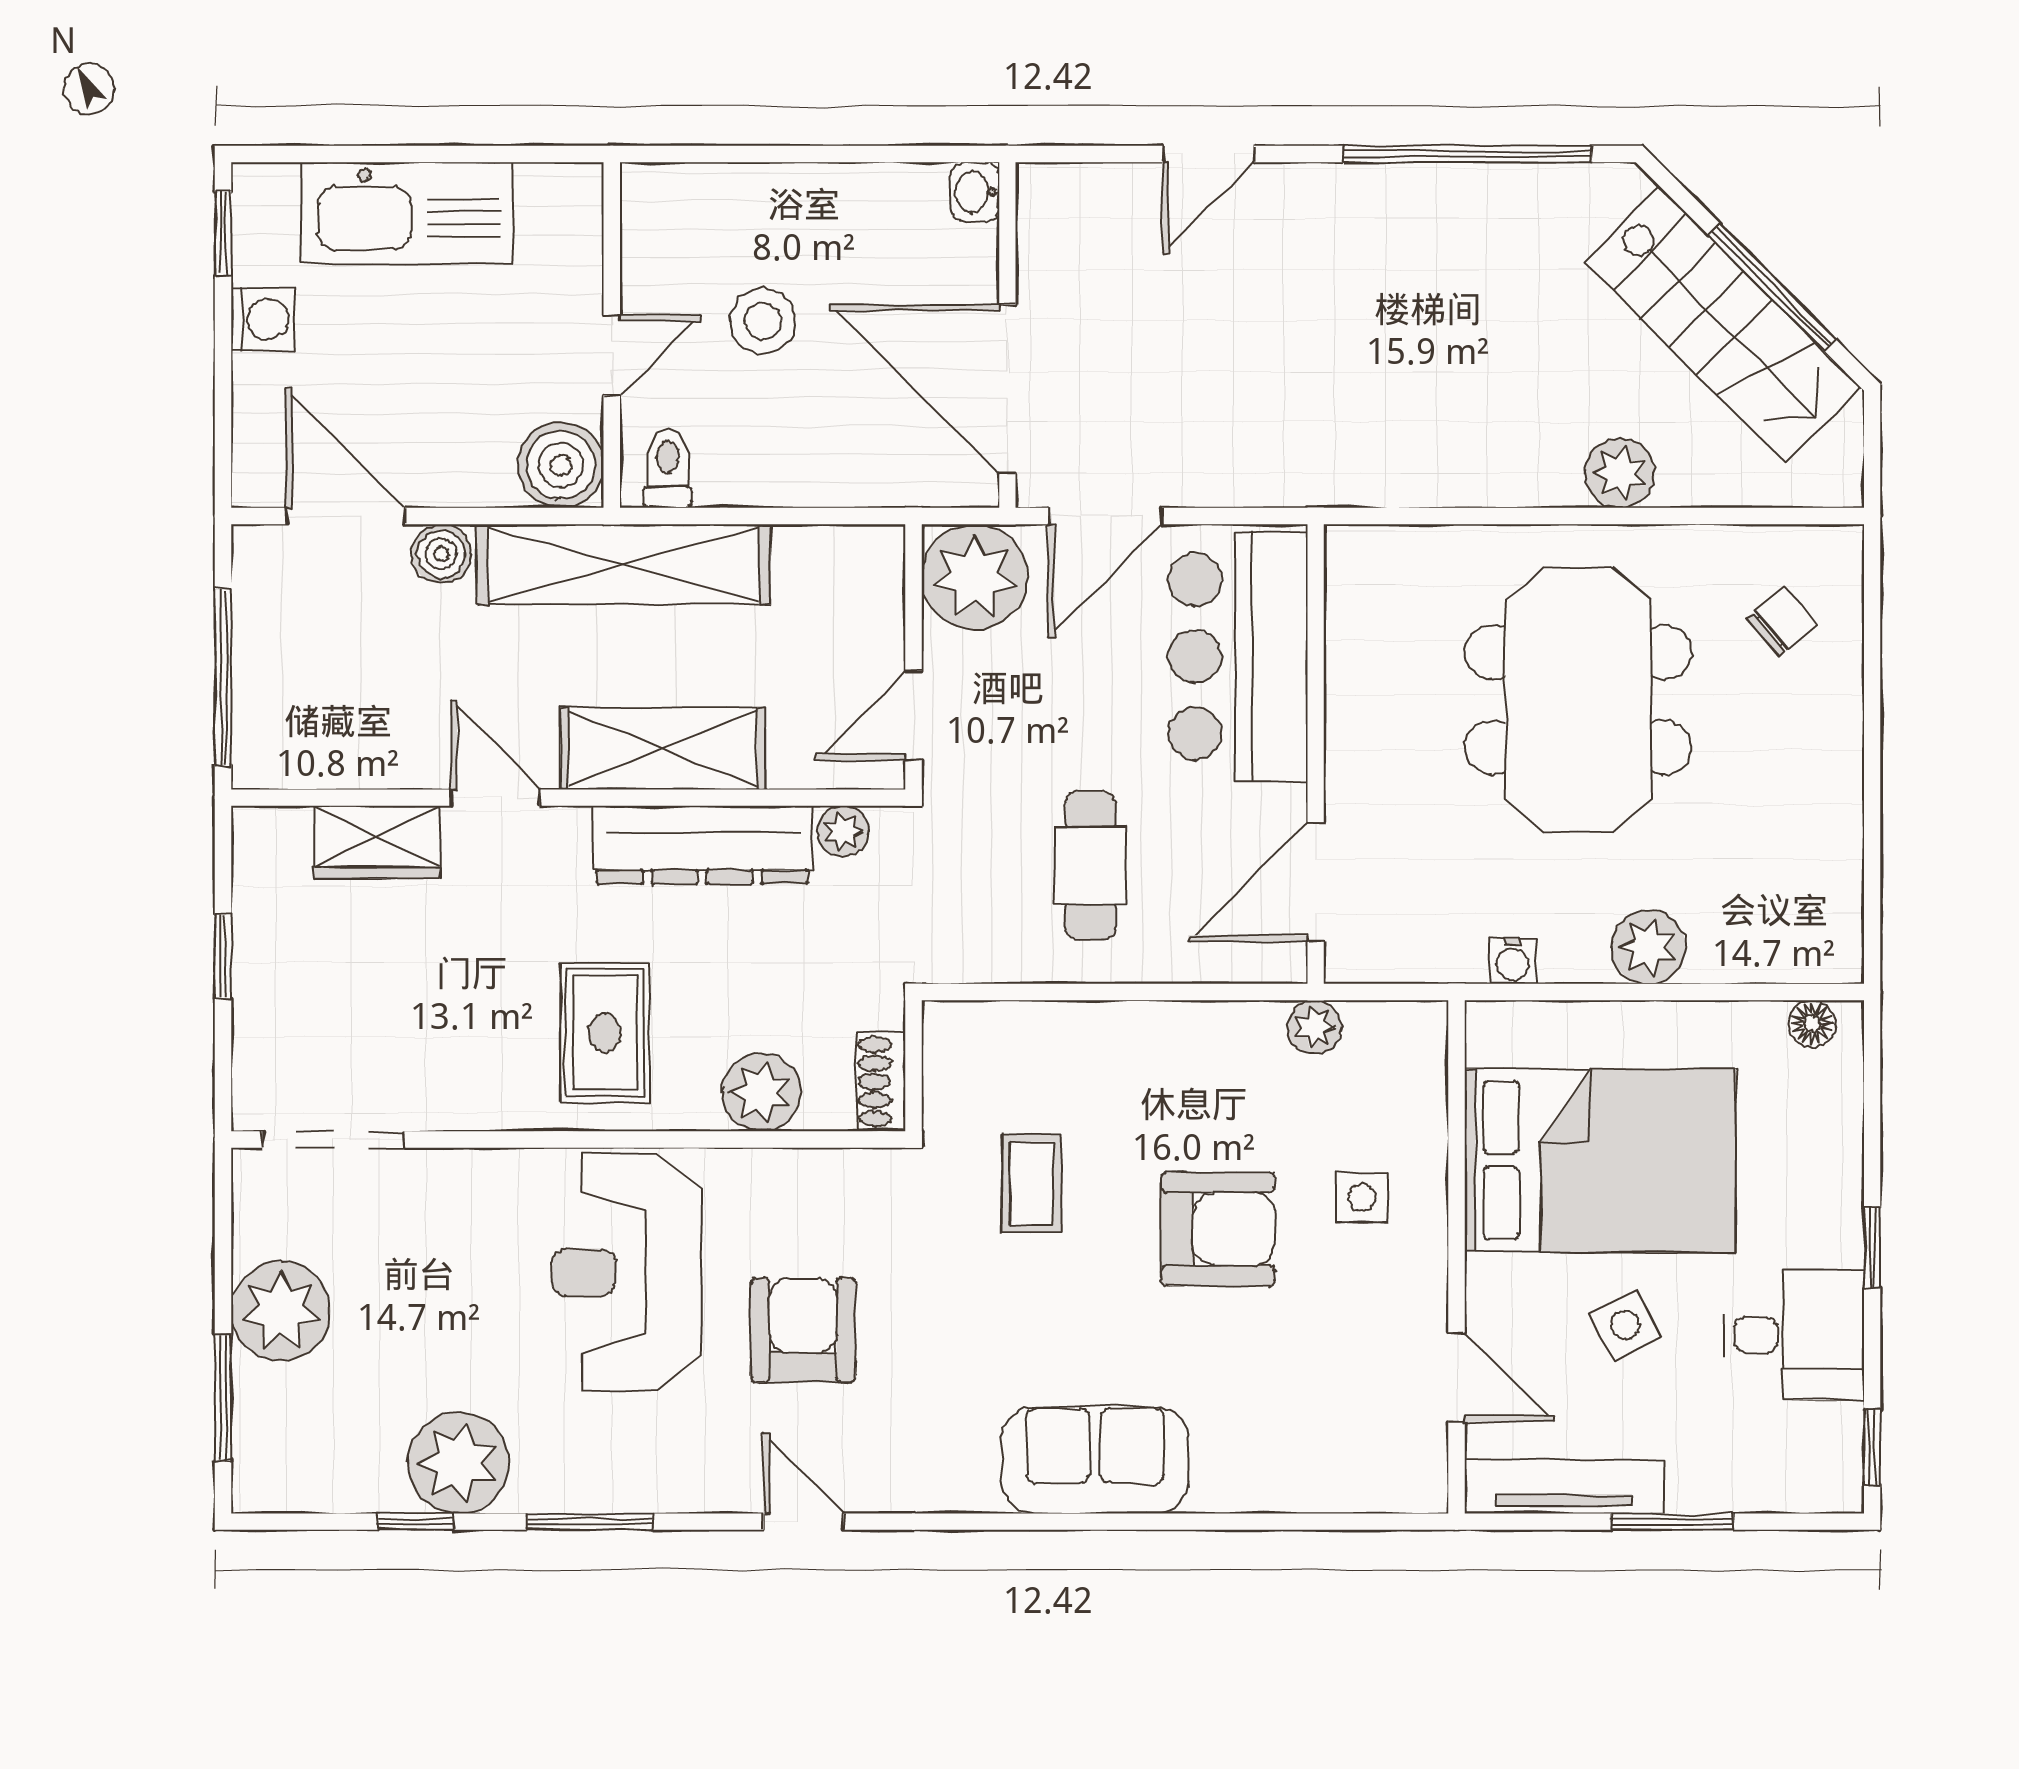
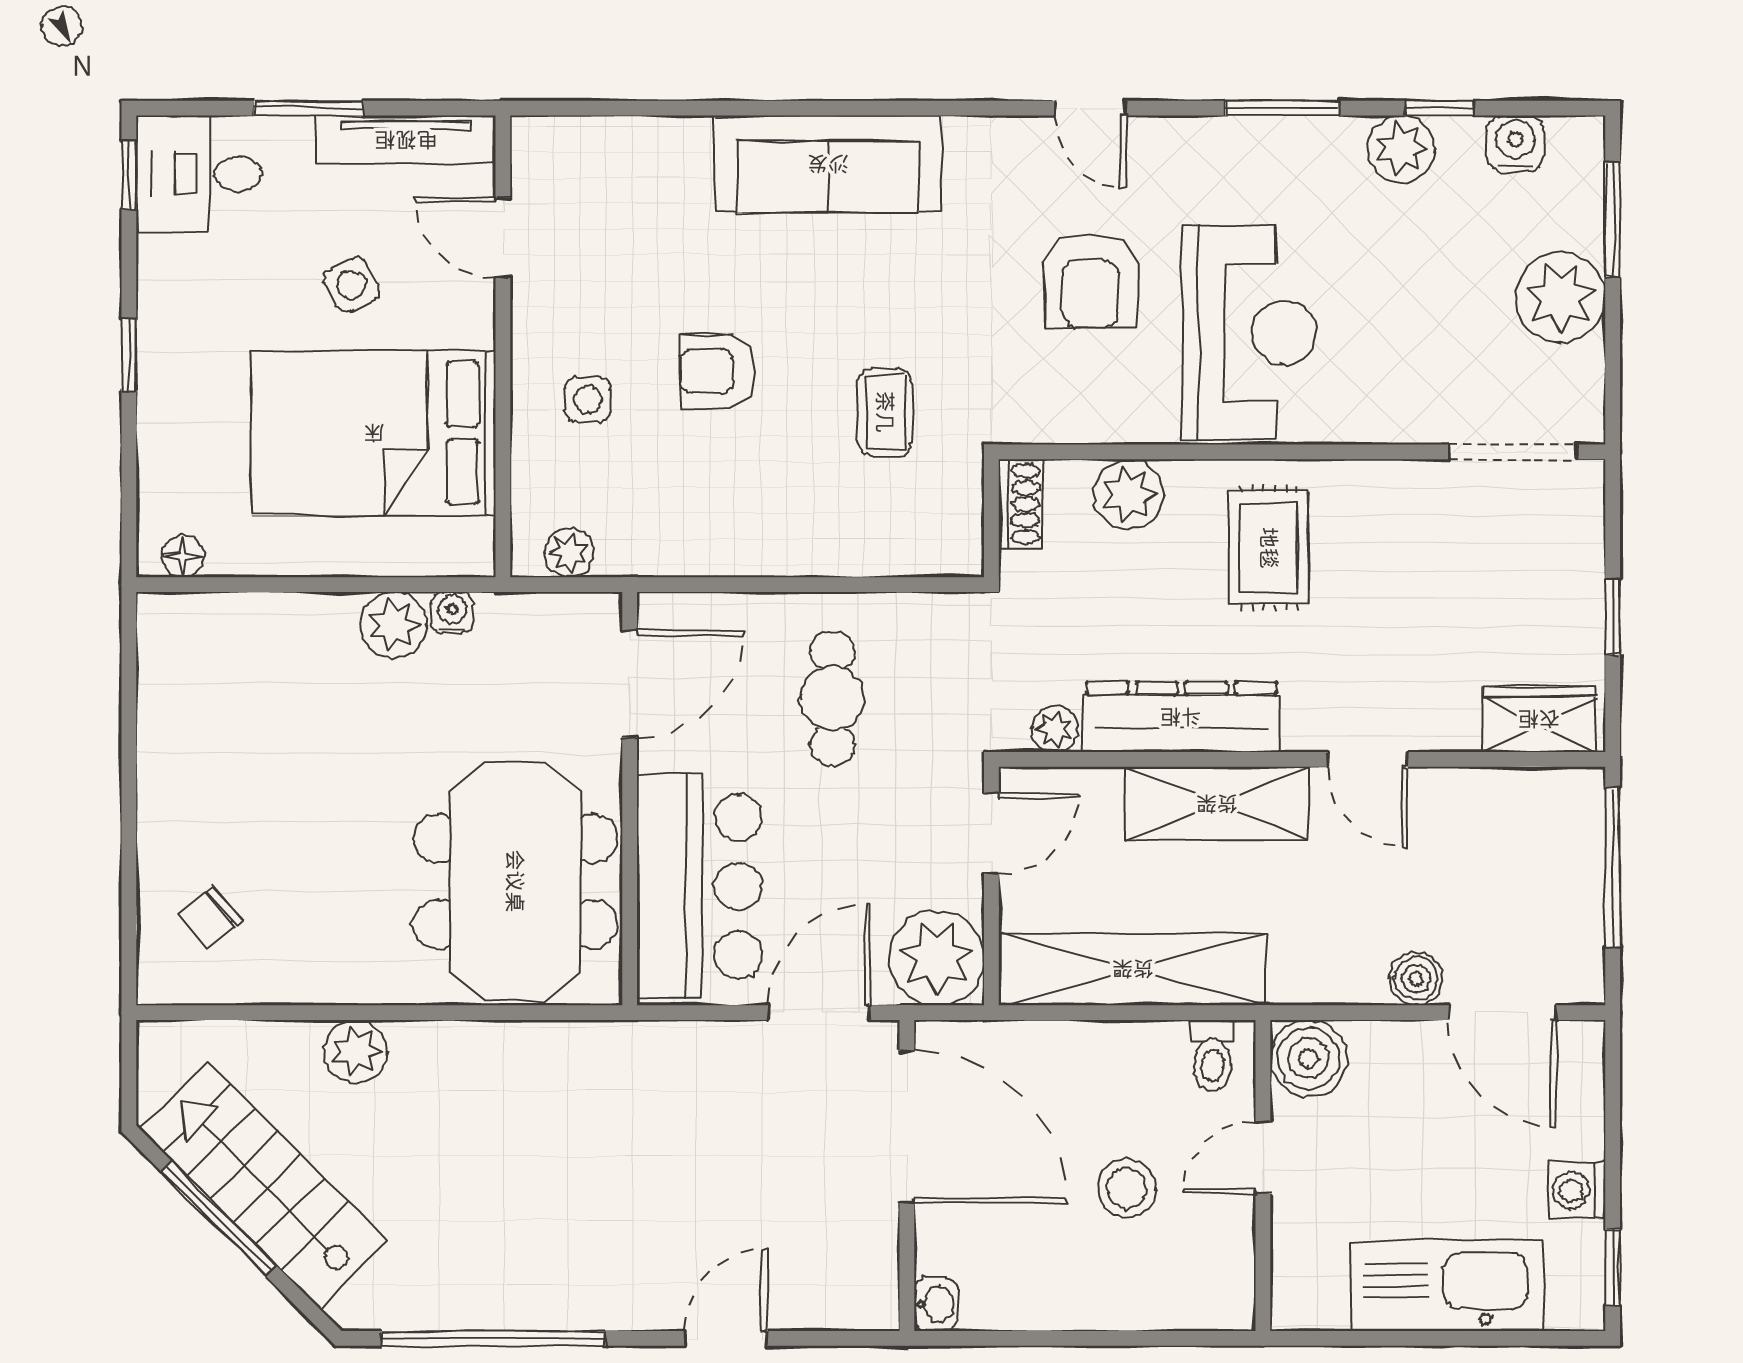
shelving: (624, 564) -> (1133, 969), moved
meeting table: (1578, 700) -> (515, 881), moved
wardrobe: (377, 842) -> (1539, 719), moved
plant: (1648, 947) -> (394, 625), moved
plant: (1315, 1027) -> (569, 553), moved
armchair: (1218, 1229) -> (717, 371), width x0.72, depth x0.72
desk: (1794, 1335) -> (199, 174), moved
sofa: (1095, 1460) -> (828, 164), width x1.36
plant: (458, 1463) -> (1401, 149), width x0.73, depth x0.73
water cooler: (331, 1482) -> (1515, 144), added

